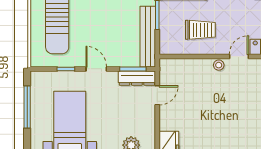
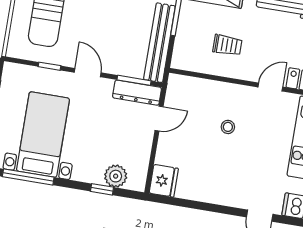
trolley: (200, 30) -> (227, 45), width x0.73, depth x0.72
stool: (219, 65) -> (228, 127), moved

